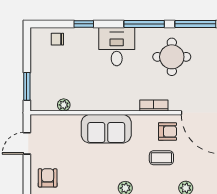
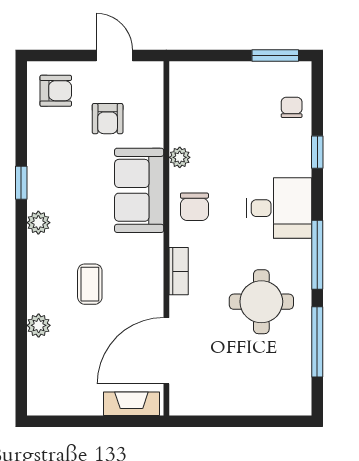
window: (27, 86) -> (275, 55), moved
chair: (116, 96) -> (194, 207), added
plant: (64, 105) -> (180, 157), moved
armchair: (167, 131) -> (108, 119), moved

